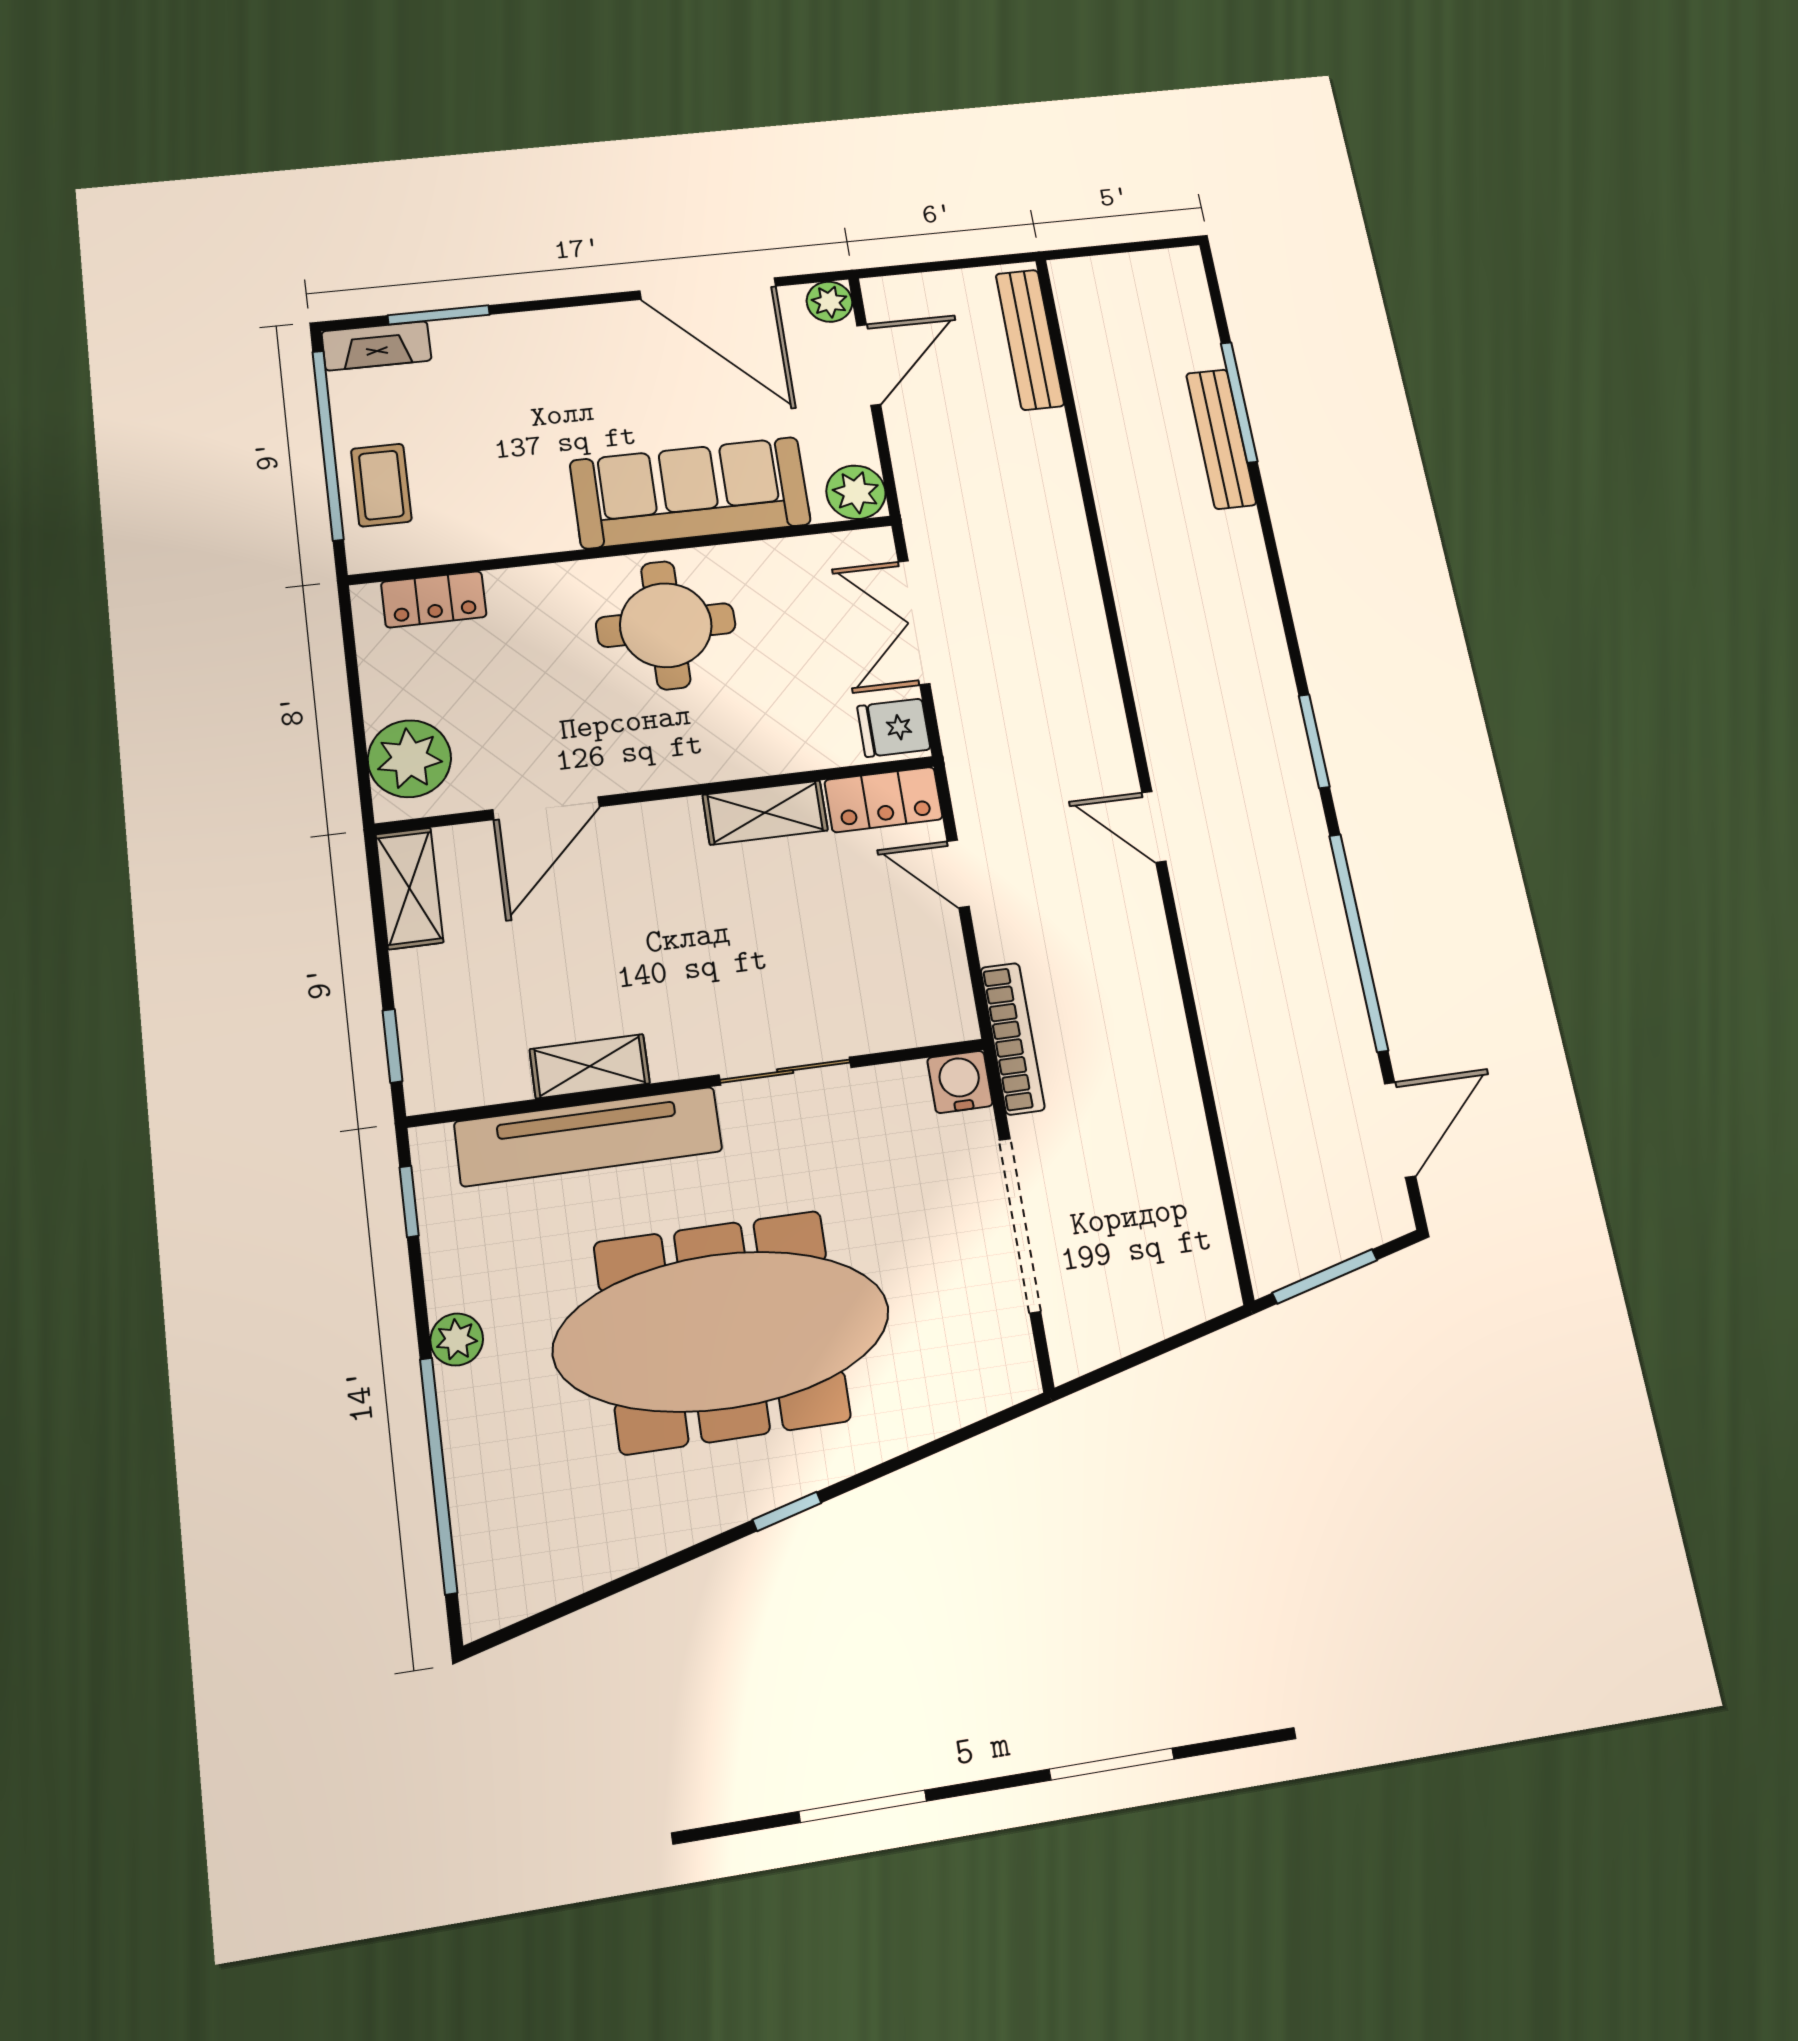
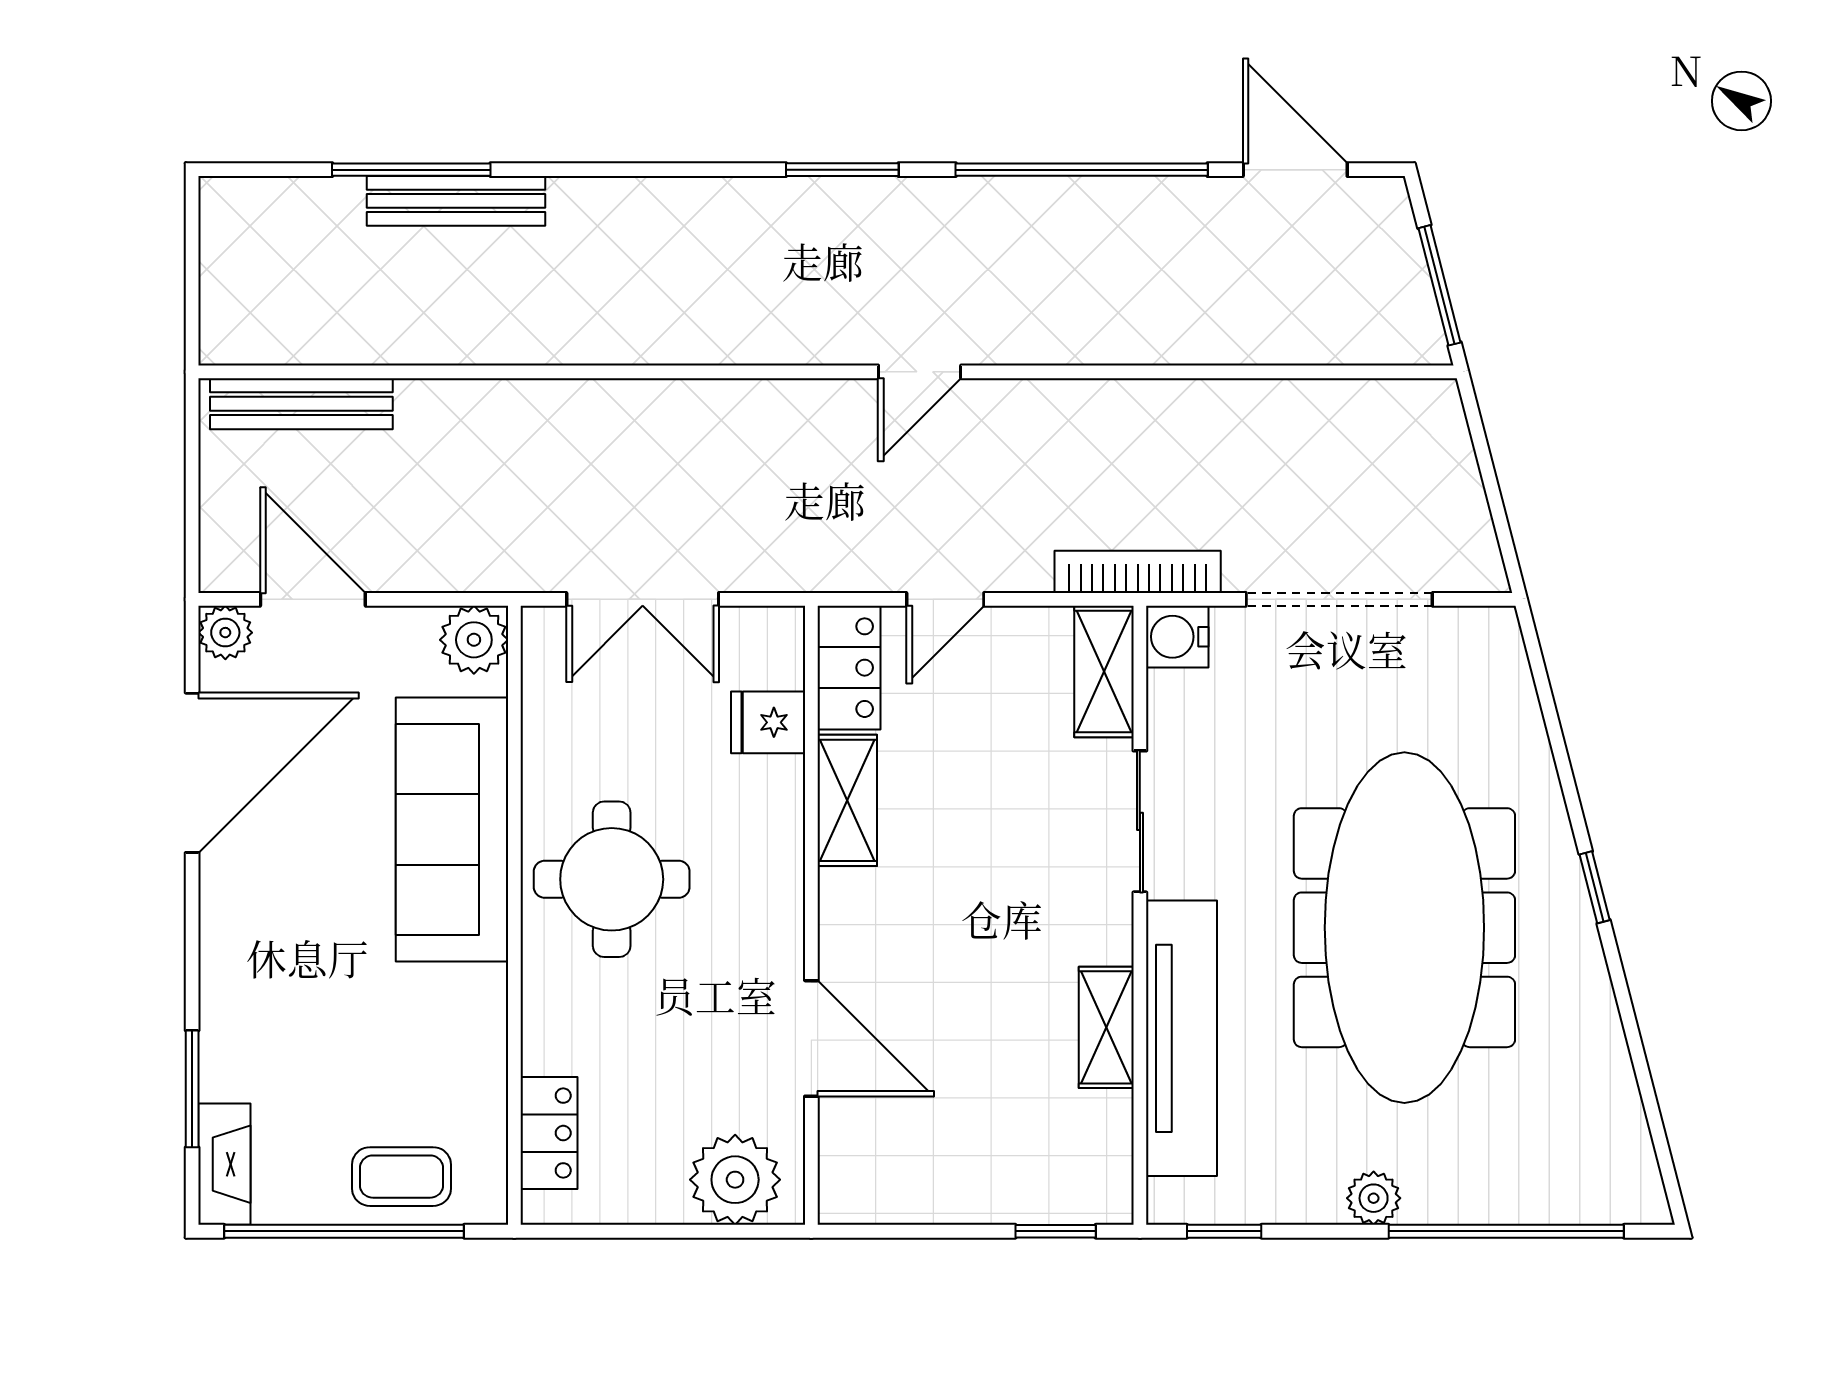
fridge: (894, 728) -> (768, 722), moved, turned 90
shelving: (409, 888) -> (1104, 672), moved, turned 90

